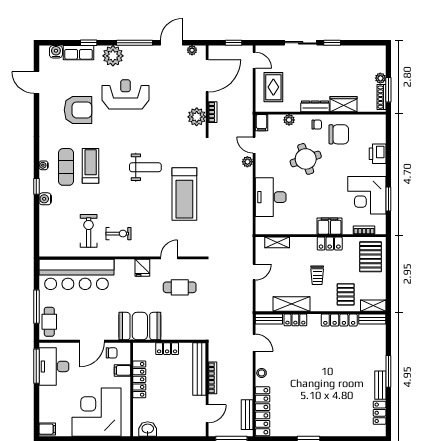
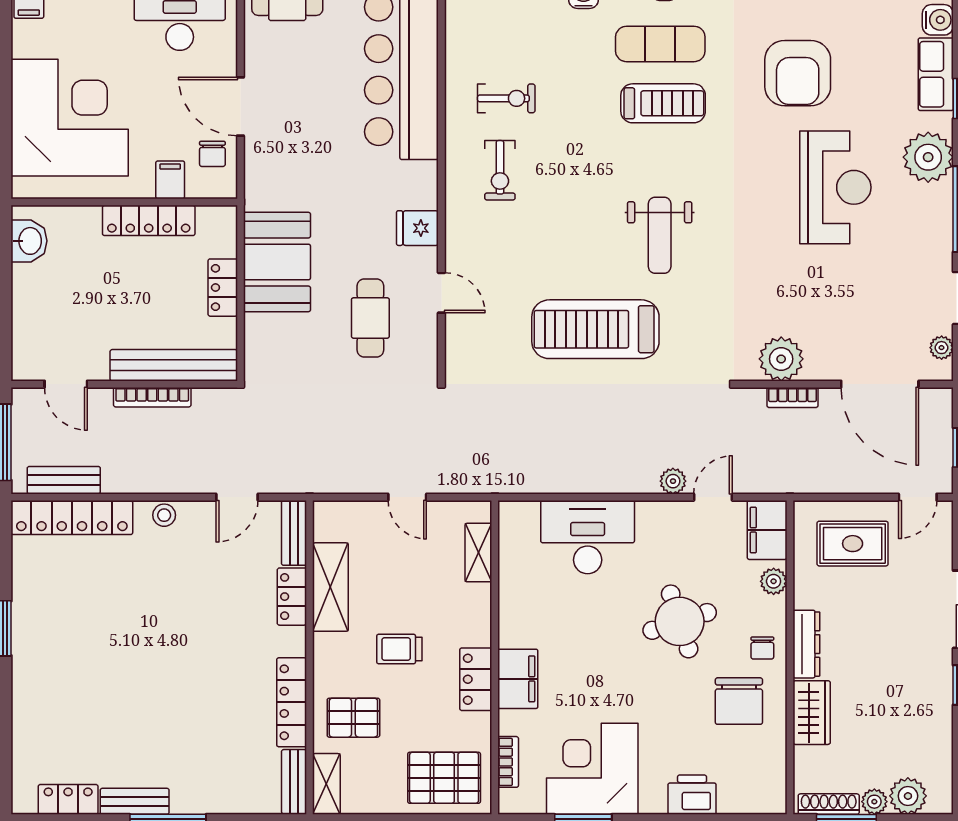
plant: (378, 64) -> (908, 796), added
filing cabinet: (262, 123) -> (767, 530), width x2.00
exercise bike: (89, 231) -> (506, 98), width x0.73, depth x0.72
booth: (140, 326) -> (277, 262), moved

